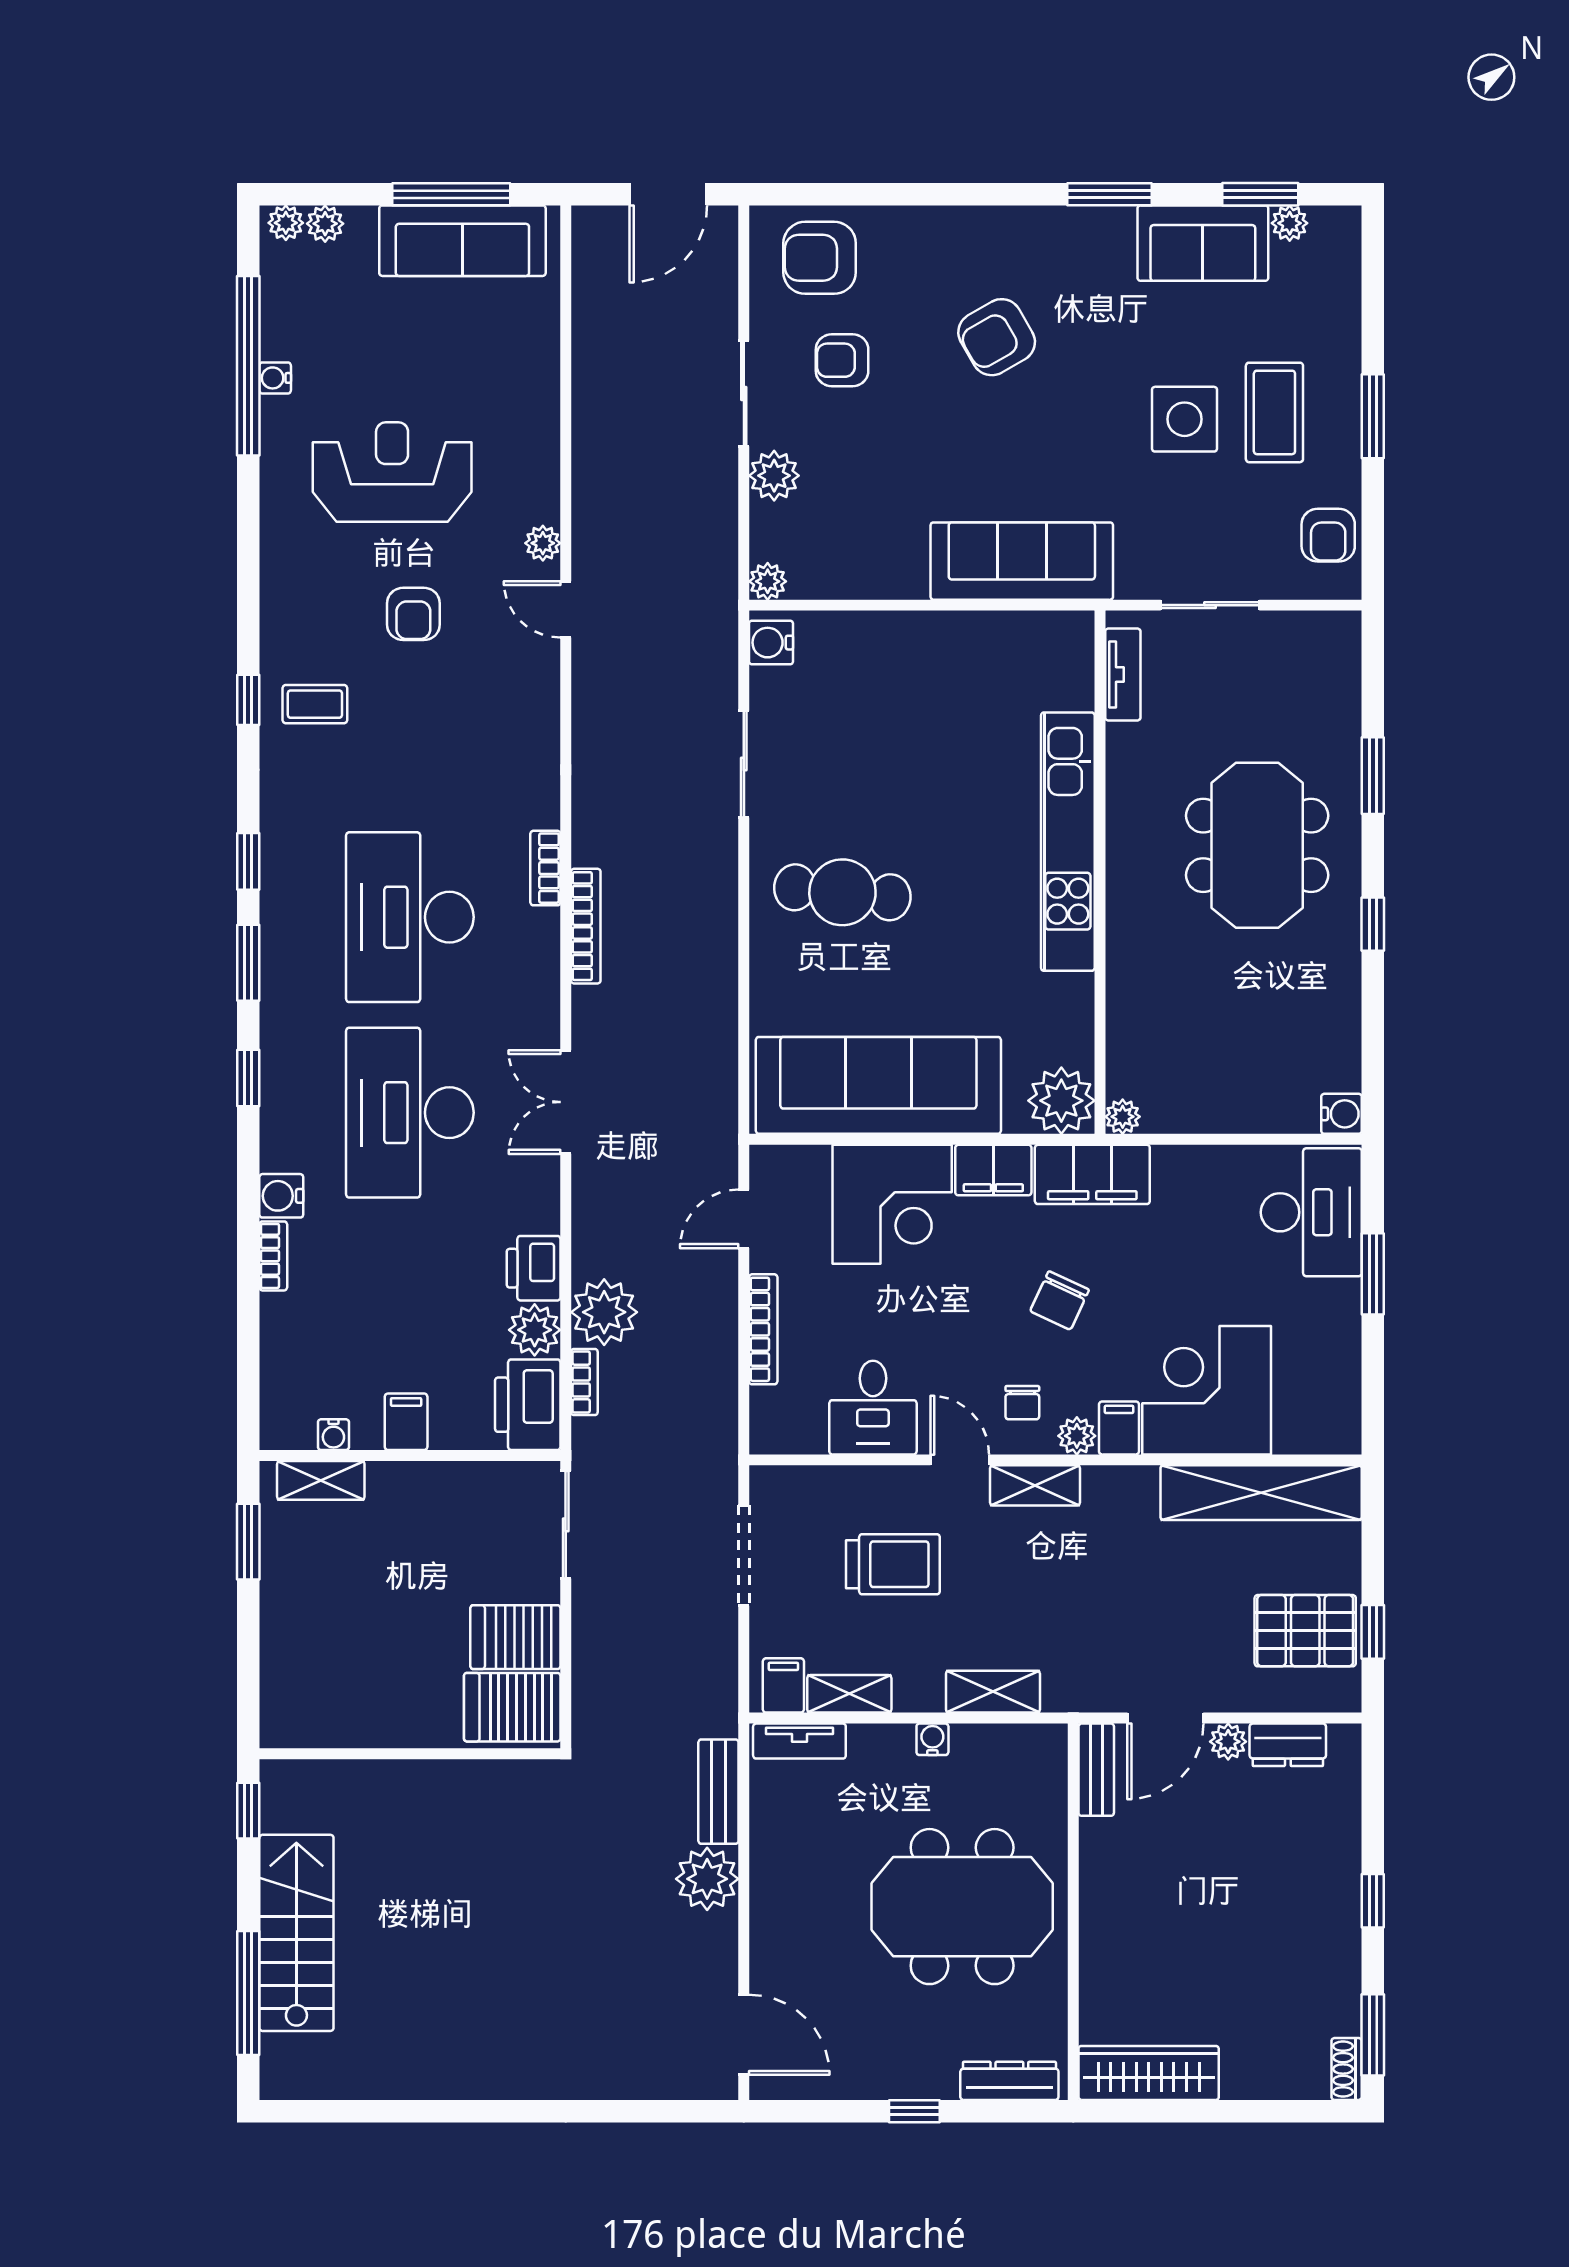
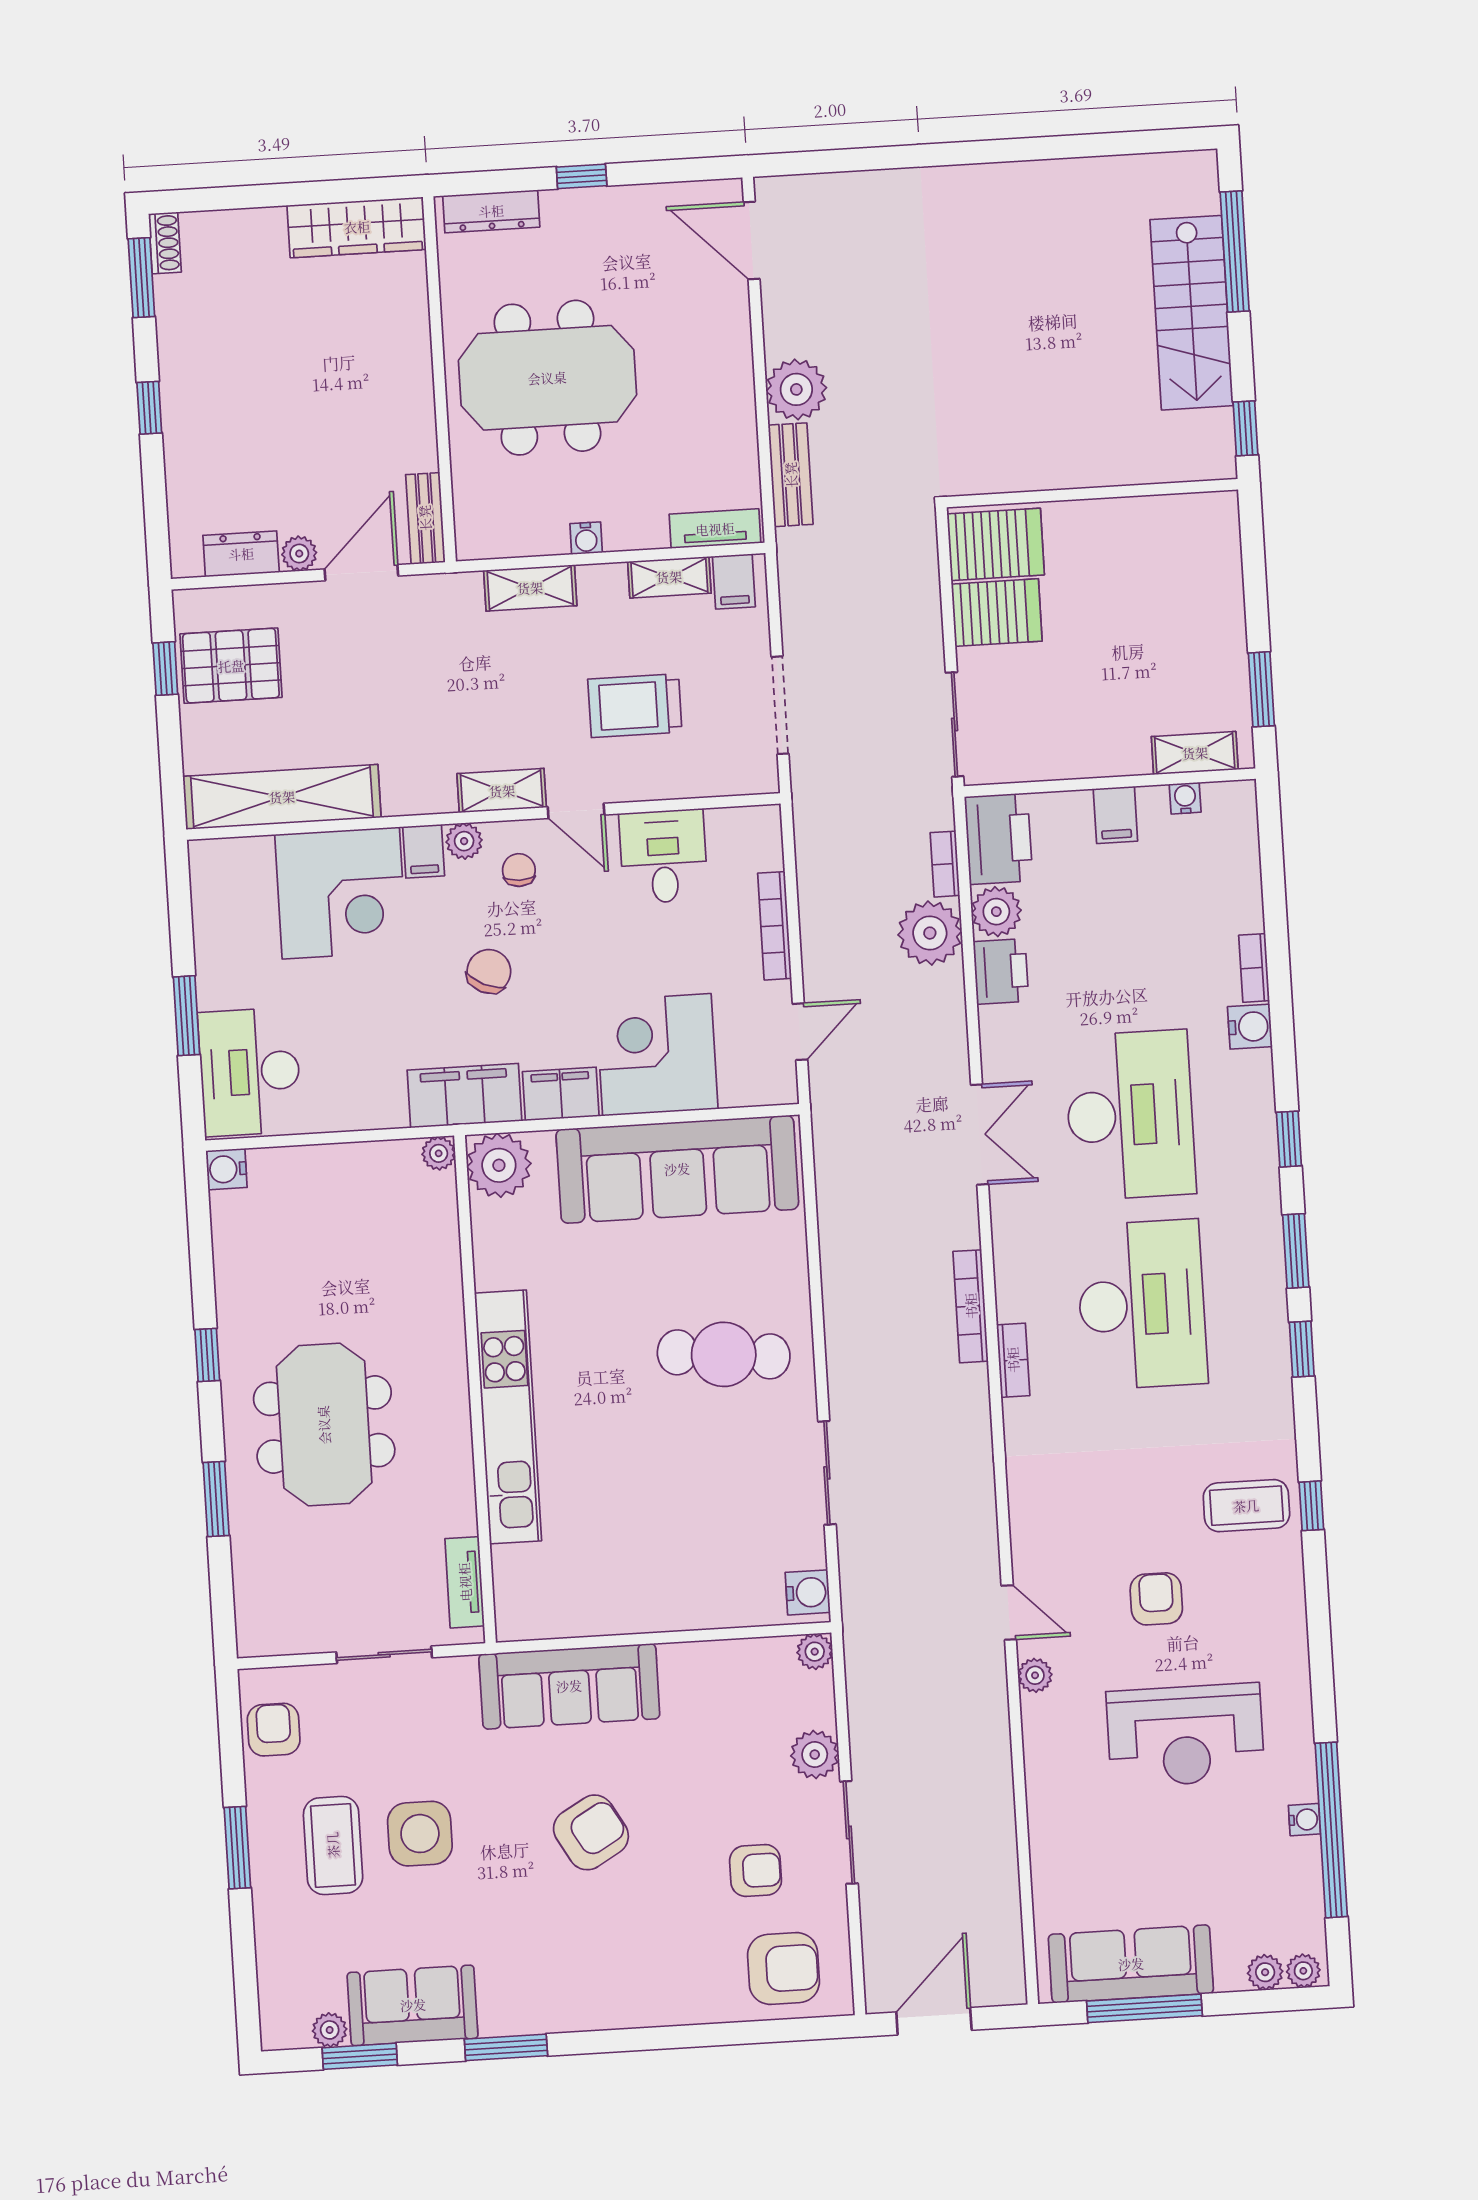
armchair: (997, 337) -> (591, 1832), moved
coffee table: (315, 704) -> (1246, 1506), width x1.36, depth x1.30

